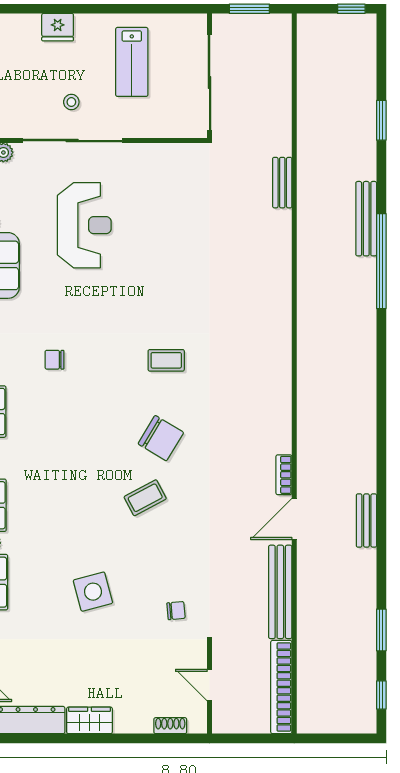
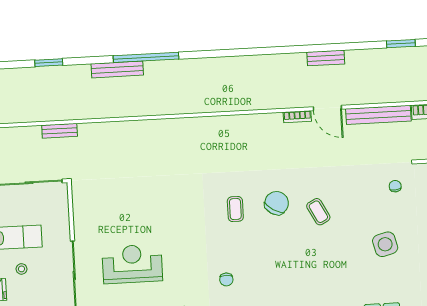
stool: (71, 102) -> (21, 269), moved
bench: (282, 183) -> (60, 131), moved
coffee table: (166, 360) -> (235, 209), moved

